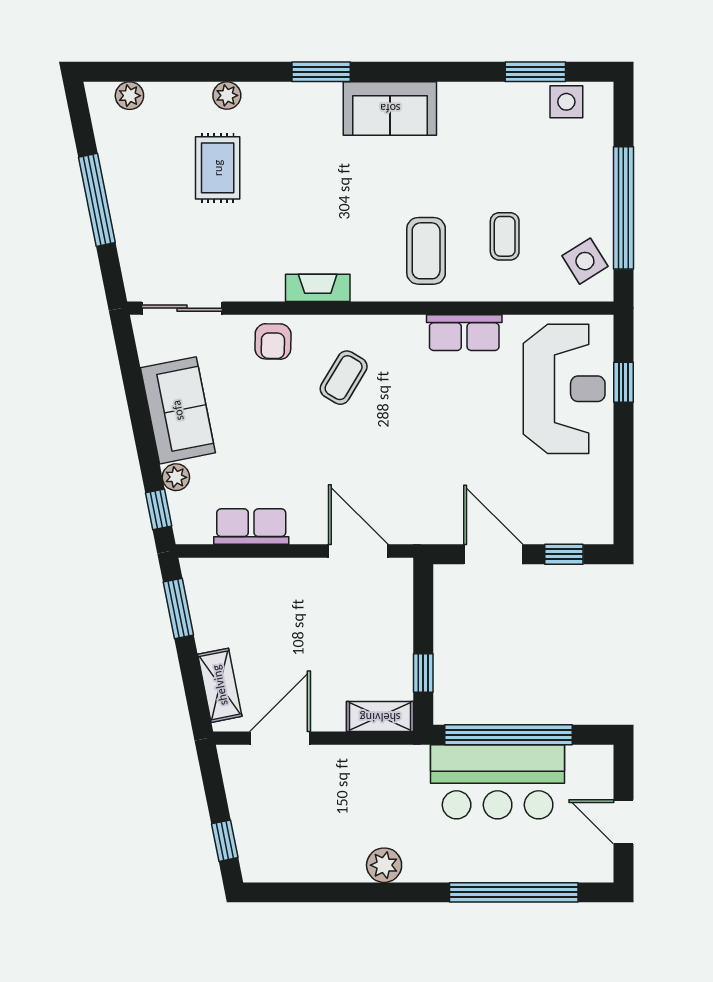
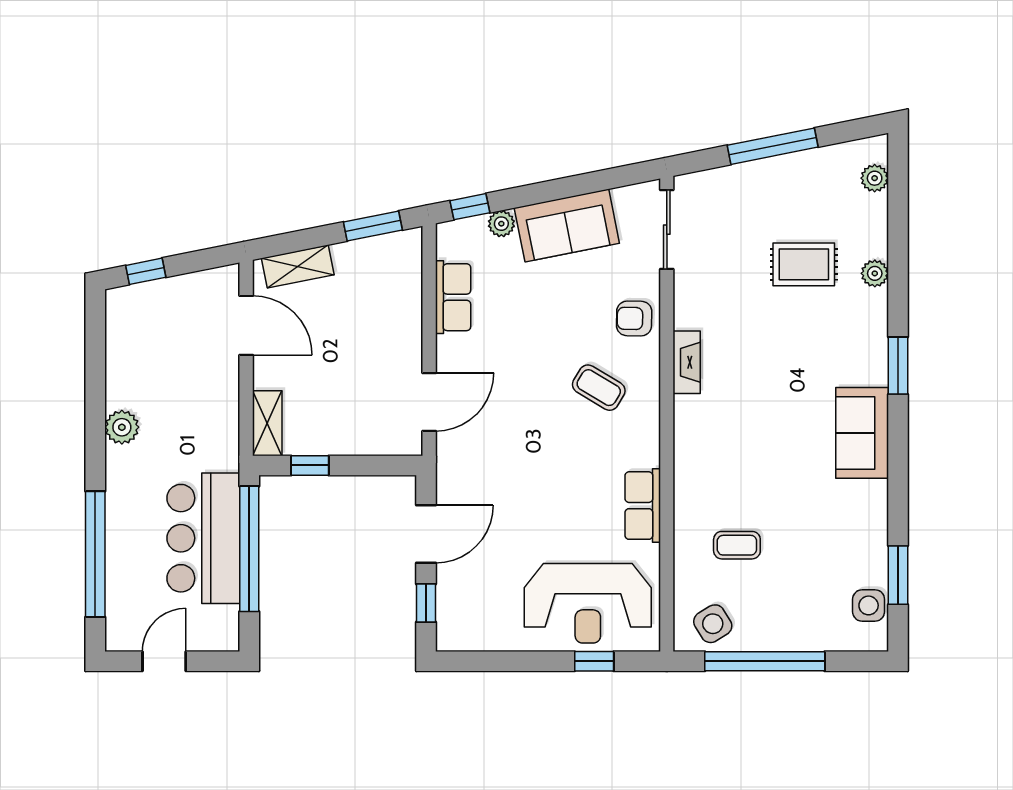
coffee table: (426, 251) -> (723, 468), removed

